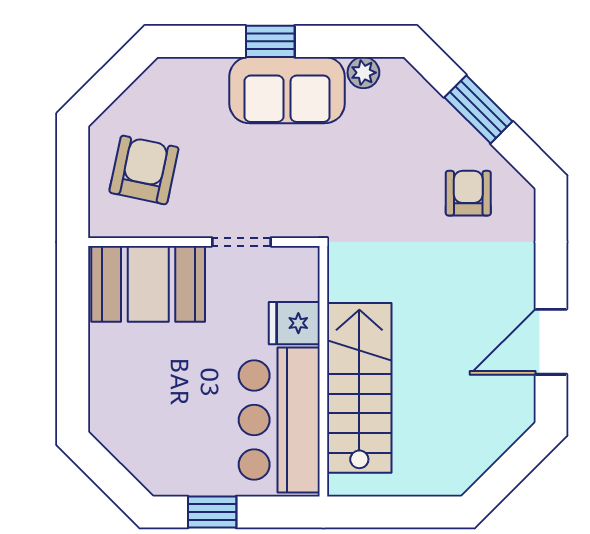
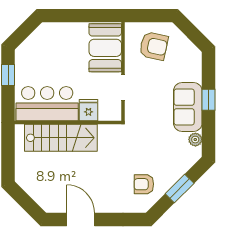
armchair: (468, 193) -> (144, 184), turned 180

